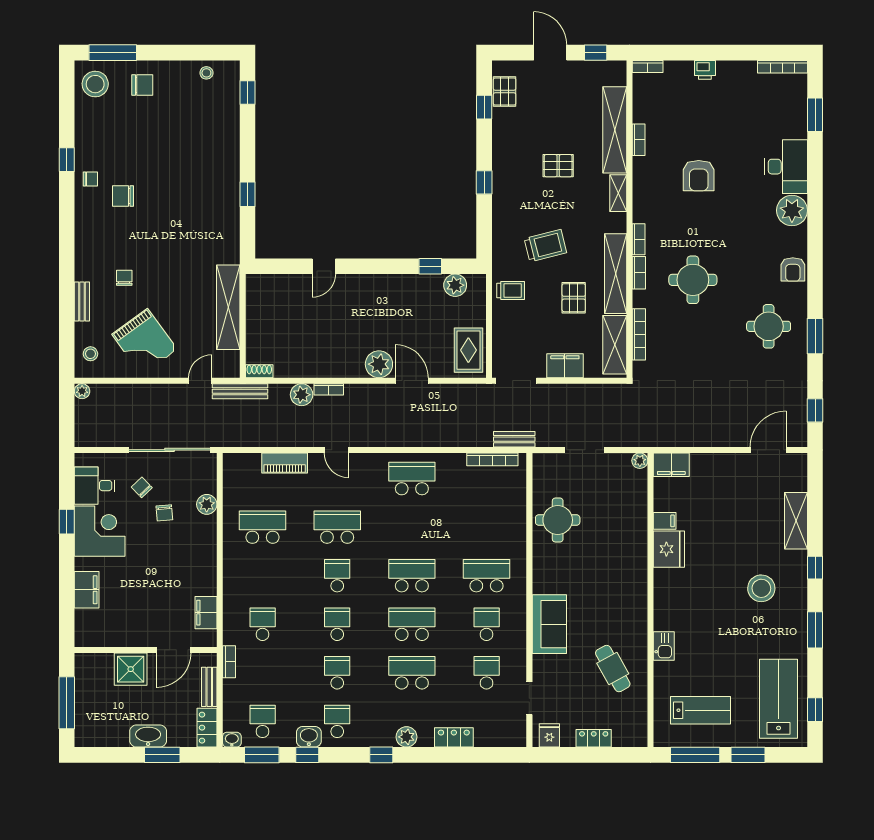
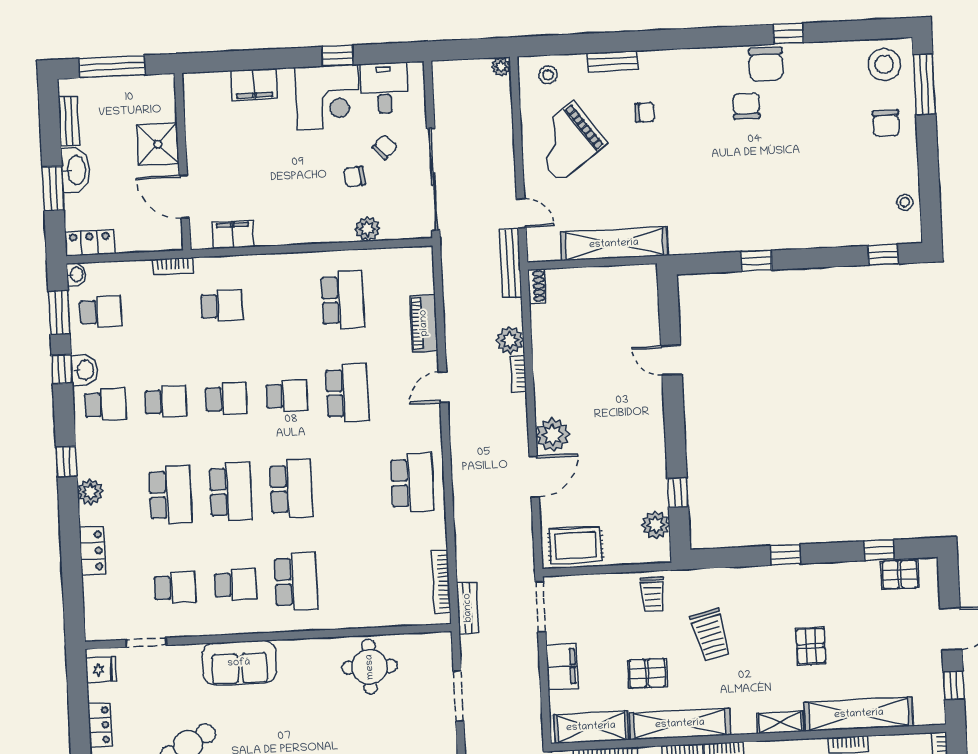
chair: (90, 179) -> (766, 64), width x1.87, depth x1.87
bench: (209, 687) -> (69, 121), moved, turned 90

